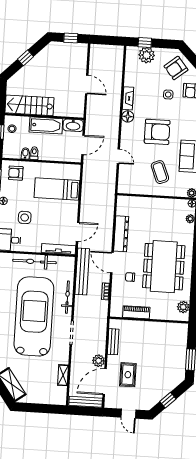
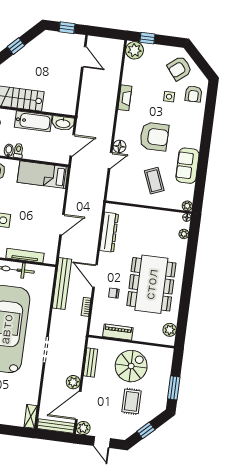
plant: (147, 55) -> (134, 50), moved
door: (87, 85) -> (84, 57), moved
floor lamp: (128, 116) -> (119, 146), moved
door: (118, 156) -> (110, 160), hinge flipped
bed: (57, 189) -> (43, 175), moved
door: (78, 232) -> (62, 225), moved
dresser: (121, 234) -> (109, 232), moved
tv unit: (59, 249) -> (25, 256), moved
bicycle: (67, 297) -> (44, 310), removed
spiral stairs: (150, 342) -> (131, 366), added
shelving: (63, 375) -> (31, 416), moved
rug: (128, 375) -> (131, 401), moved
plant: (111, 402) -> (83, 428), added

